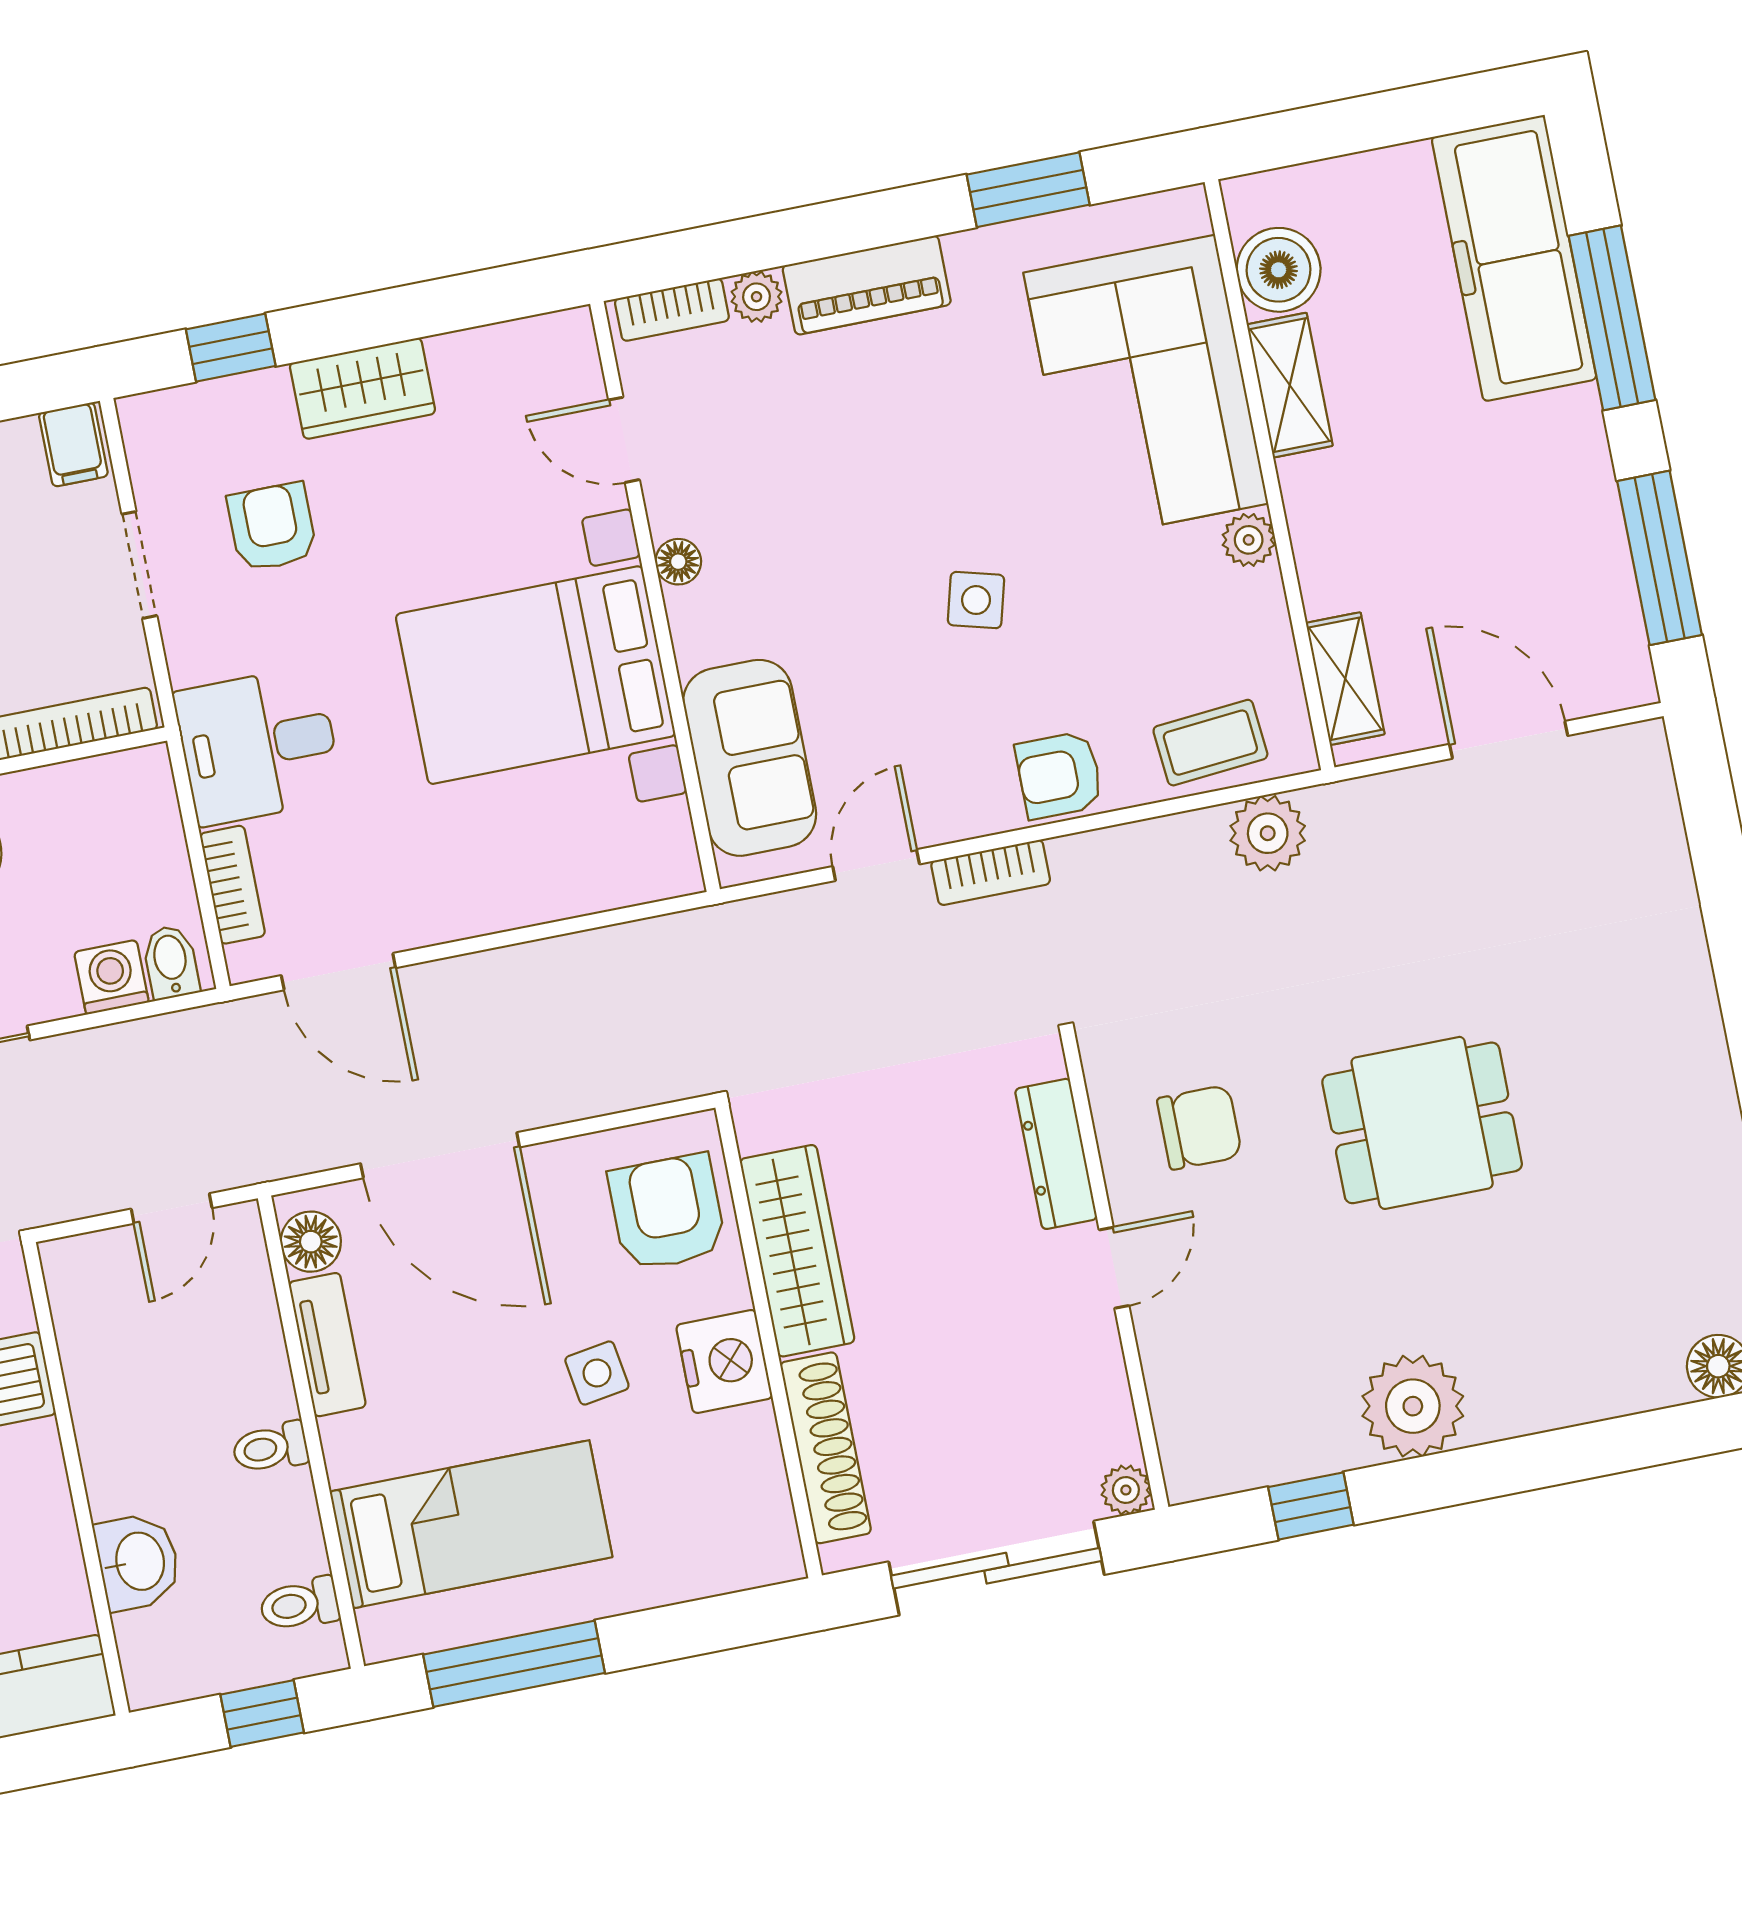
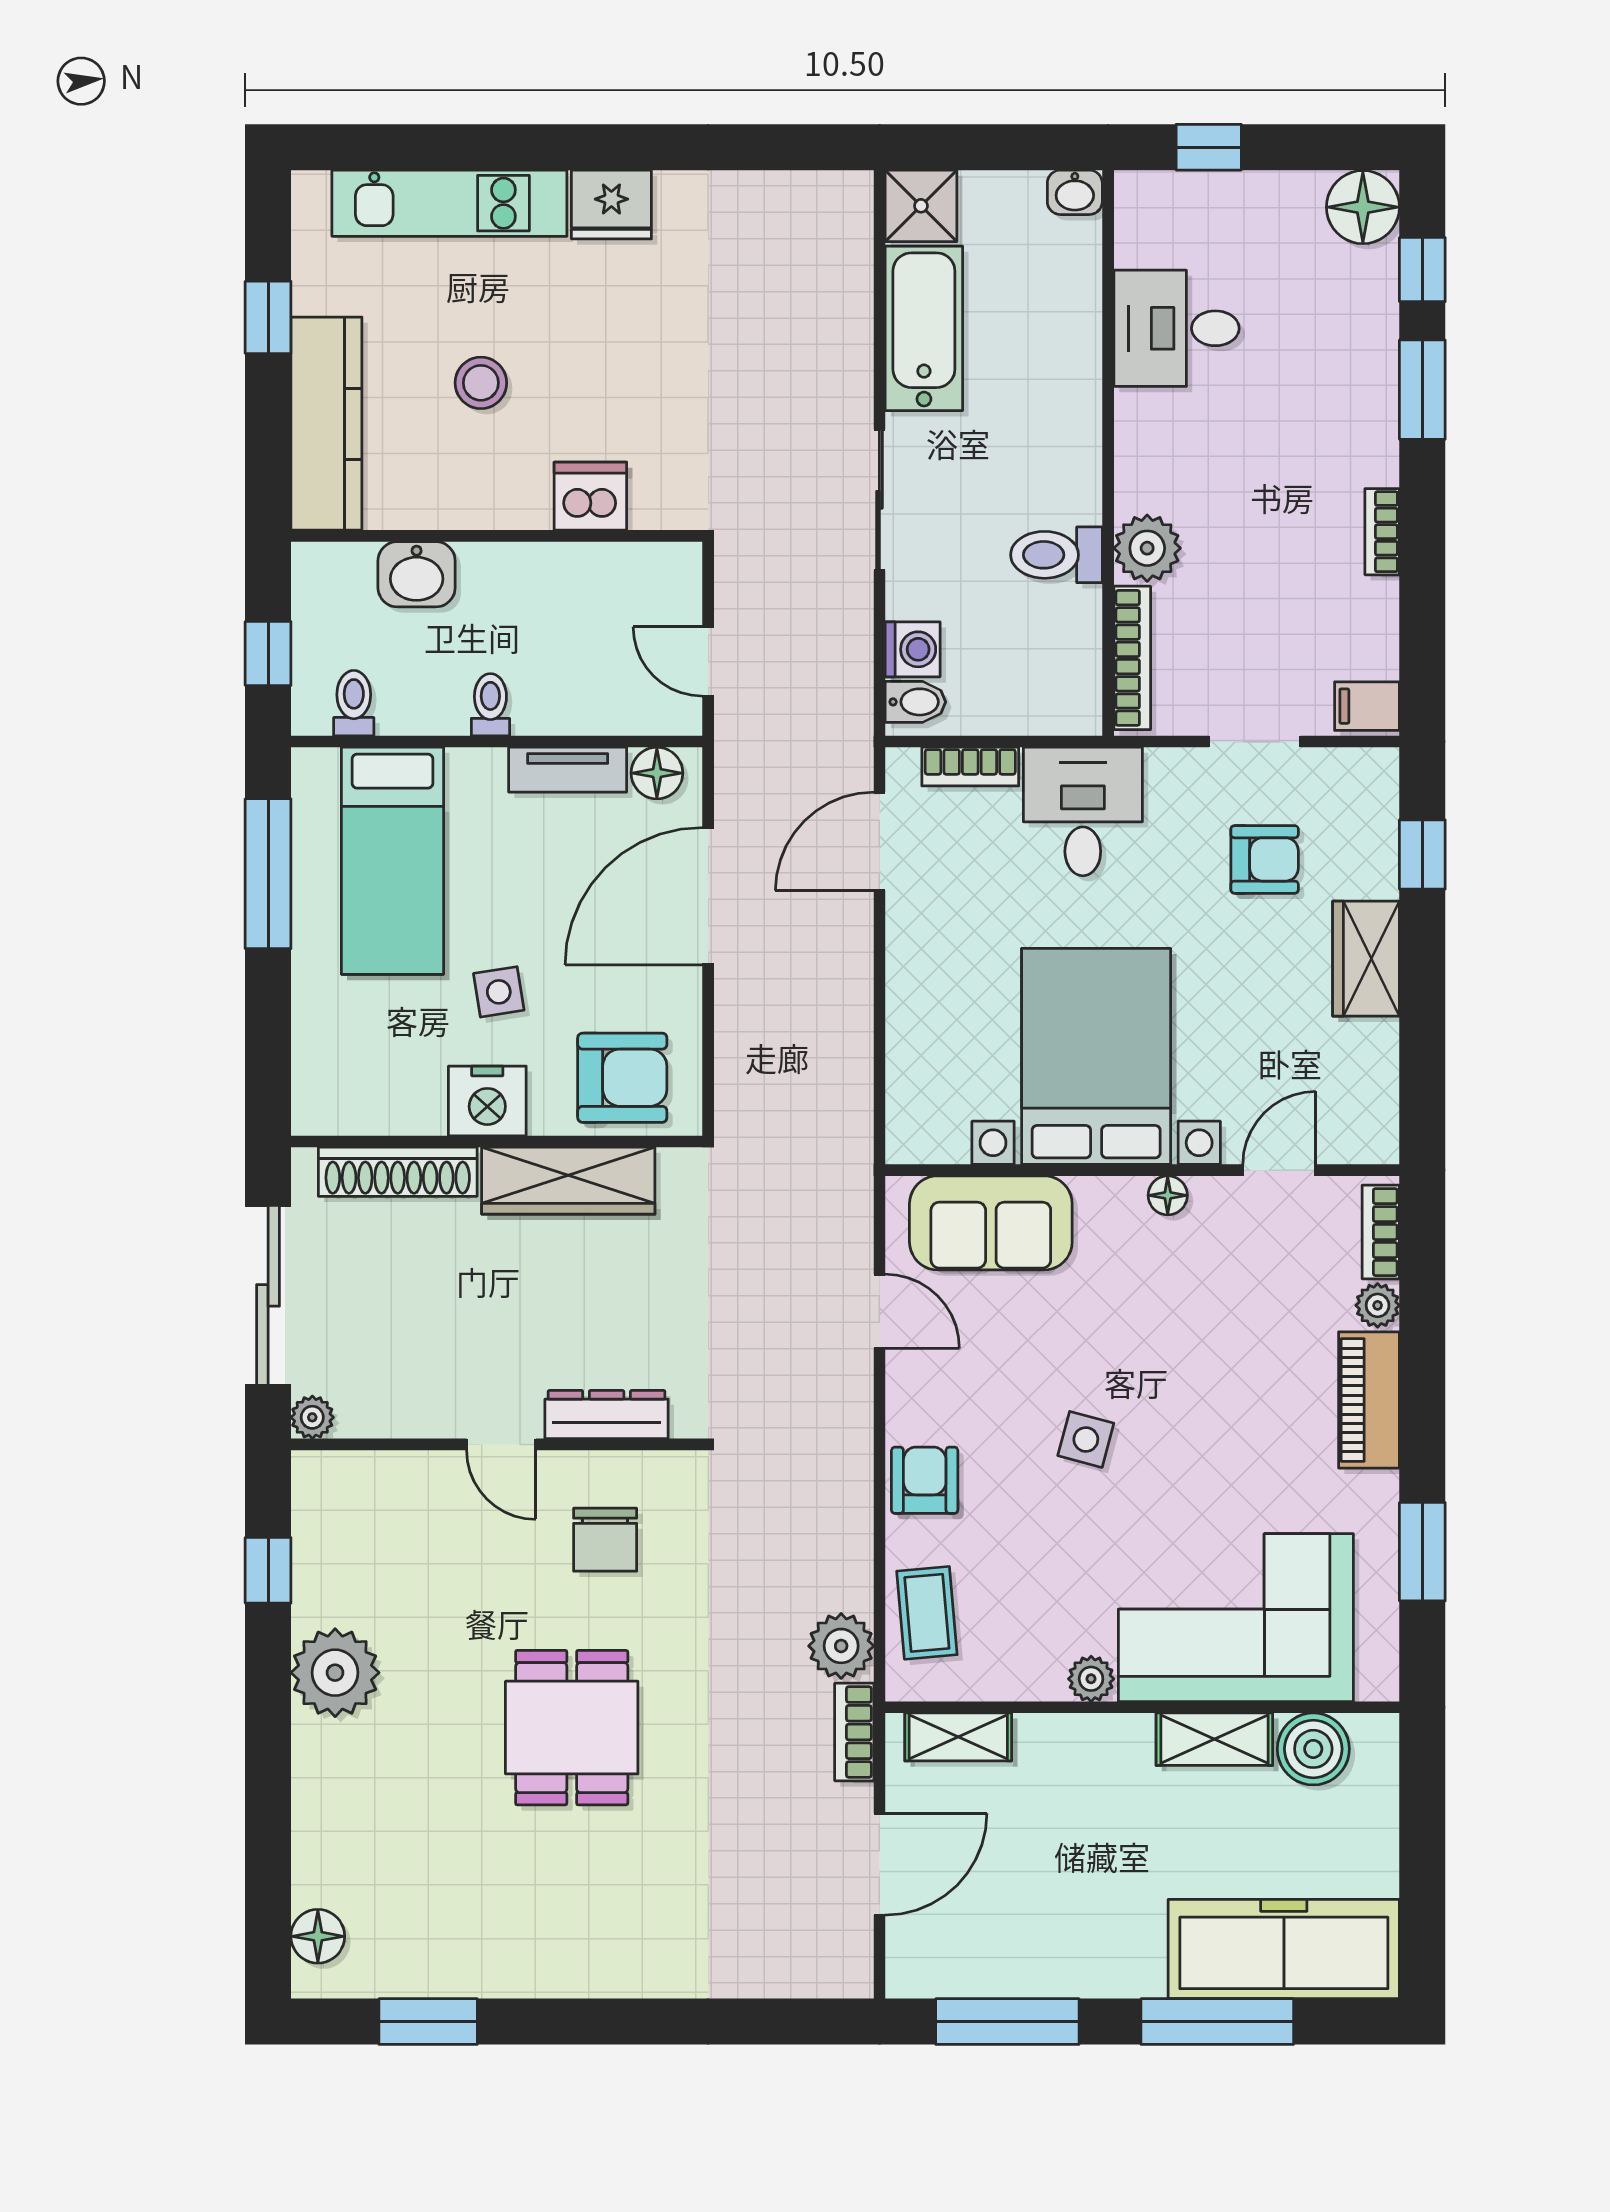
bookcase: (991, 872) -> (854, 1732), moved

